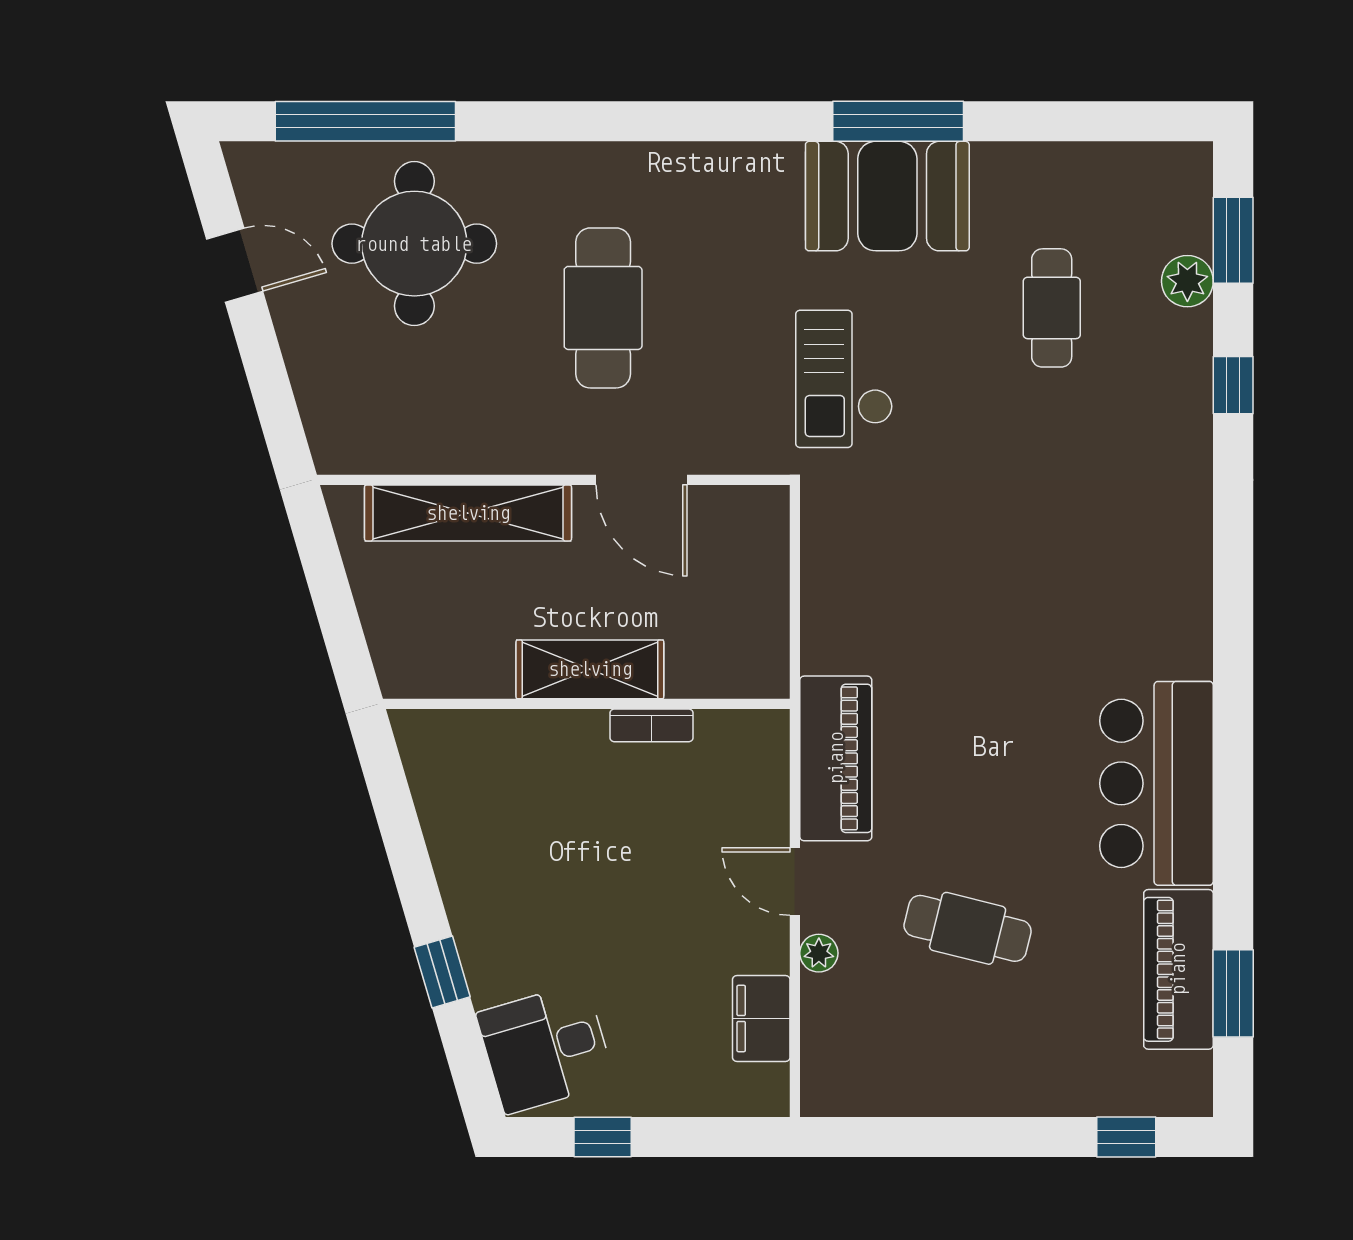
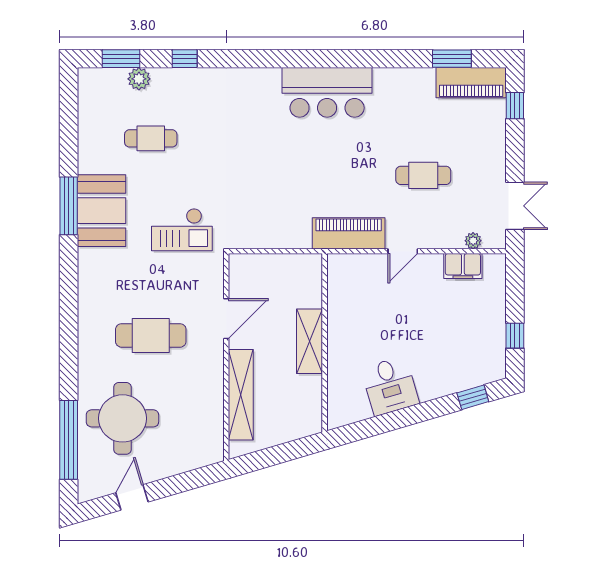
bookcase: (652, 725) -> (334, 314), removed
bar counter: (1156, 783) -> (327, 92), moved
cafe table: (968, 928) -> (423, 175), turned 76
plant: (819, 953) -> (473, 241), moved
piano: (1178, 969) -> (471, 83), moved
window: (442, 972) -> (473, 397), moved
desk: (546, 1048) -> (390, 386), moved
double door: (898, 1137) -> (515, 206), added

